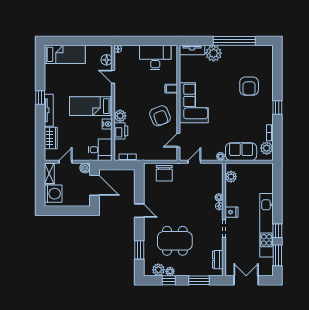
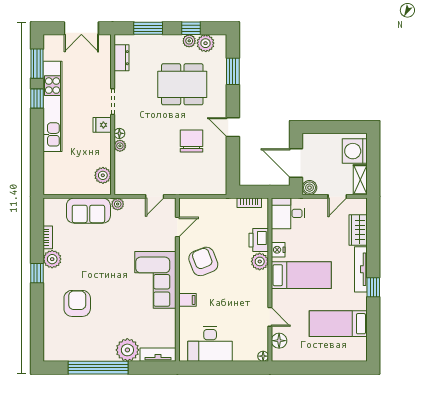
bed: (65, 54) -> (338, 324), moved
plant: (267, 148) -> (52, 259), moved
chair: (164, 173) -> (192, 141), moved

